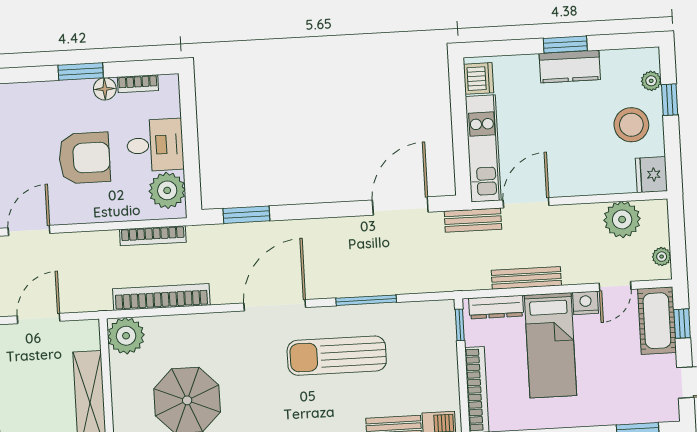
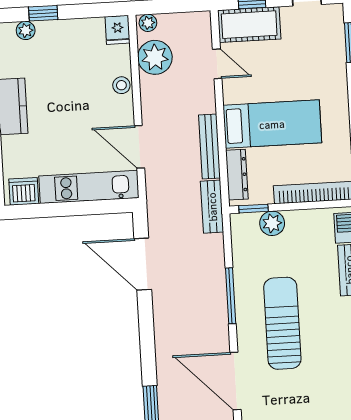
stool: (631, 125) -> (121, 85), moved, width x0.53, depth x0.53
fridge: (651, 175) -> (118, 30), width x0.72
bench: (473, 220) -> (212, 207), moved
plant: (662, 257) -> (148, 23), moved
nightstand: (586, 303) -> (233, 91), removed
plant: (444, 345) -> (272, 223), added
sun lounger: (337, 356) -> (282, 323), turned 180

